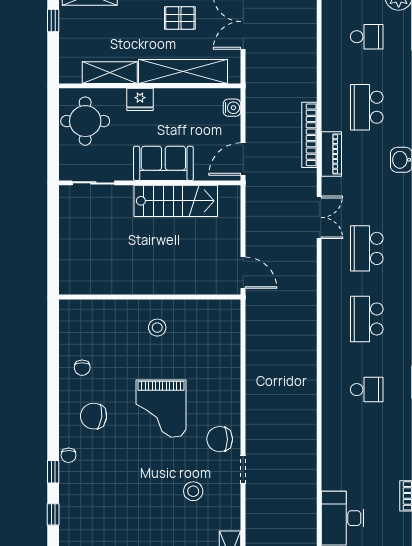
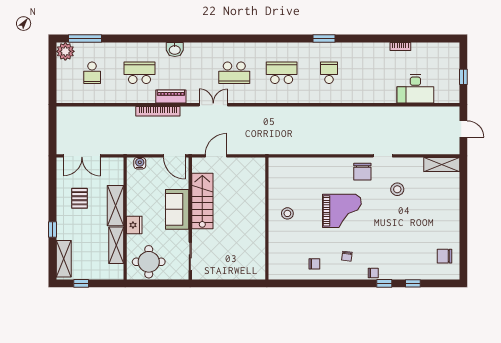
school desk: (367, 37) -> (92, 73), turned 180
shelving: (183, 71) -> (115, 206), width x0.68
school desk: (367, 107) -> (139, 73), turned 180
door: (243, 273) -> (216, 156), moved
school desk: (367, 319) -> (282, 73), turned 180
chair: (94, 416) -> (347, 256), width x0.54, depth x0.54

